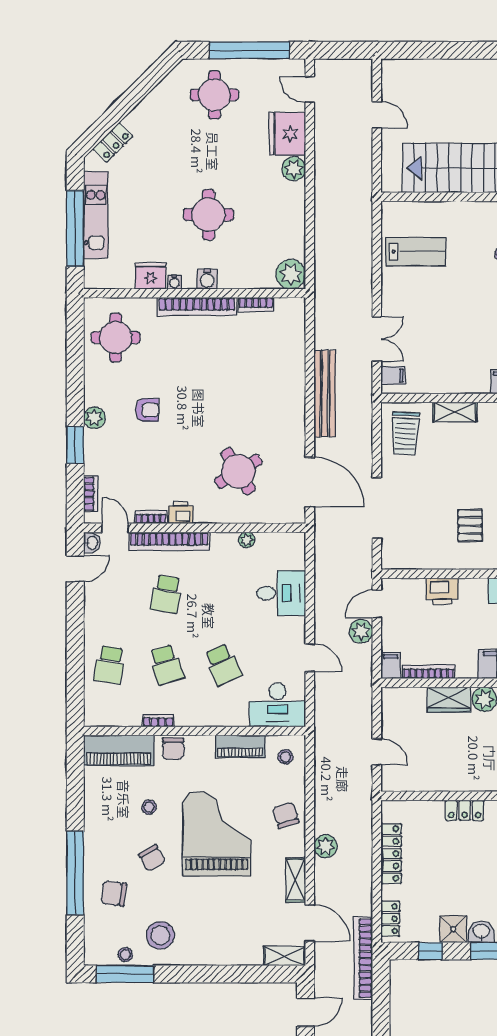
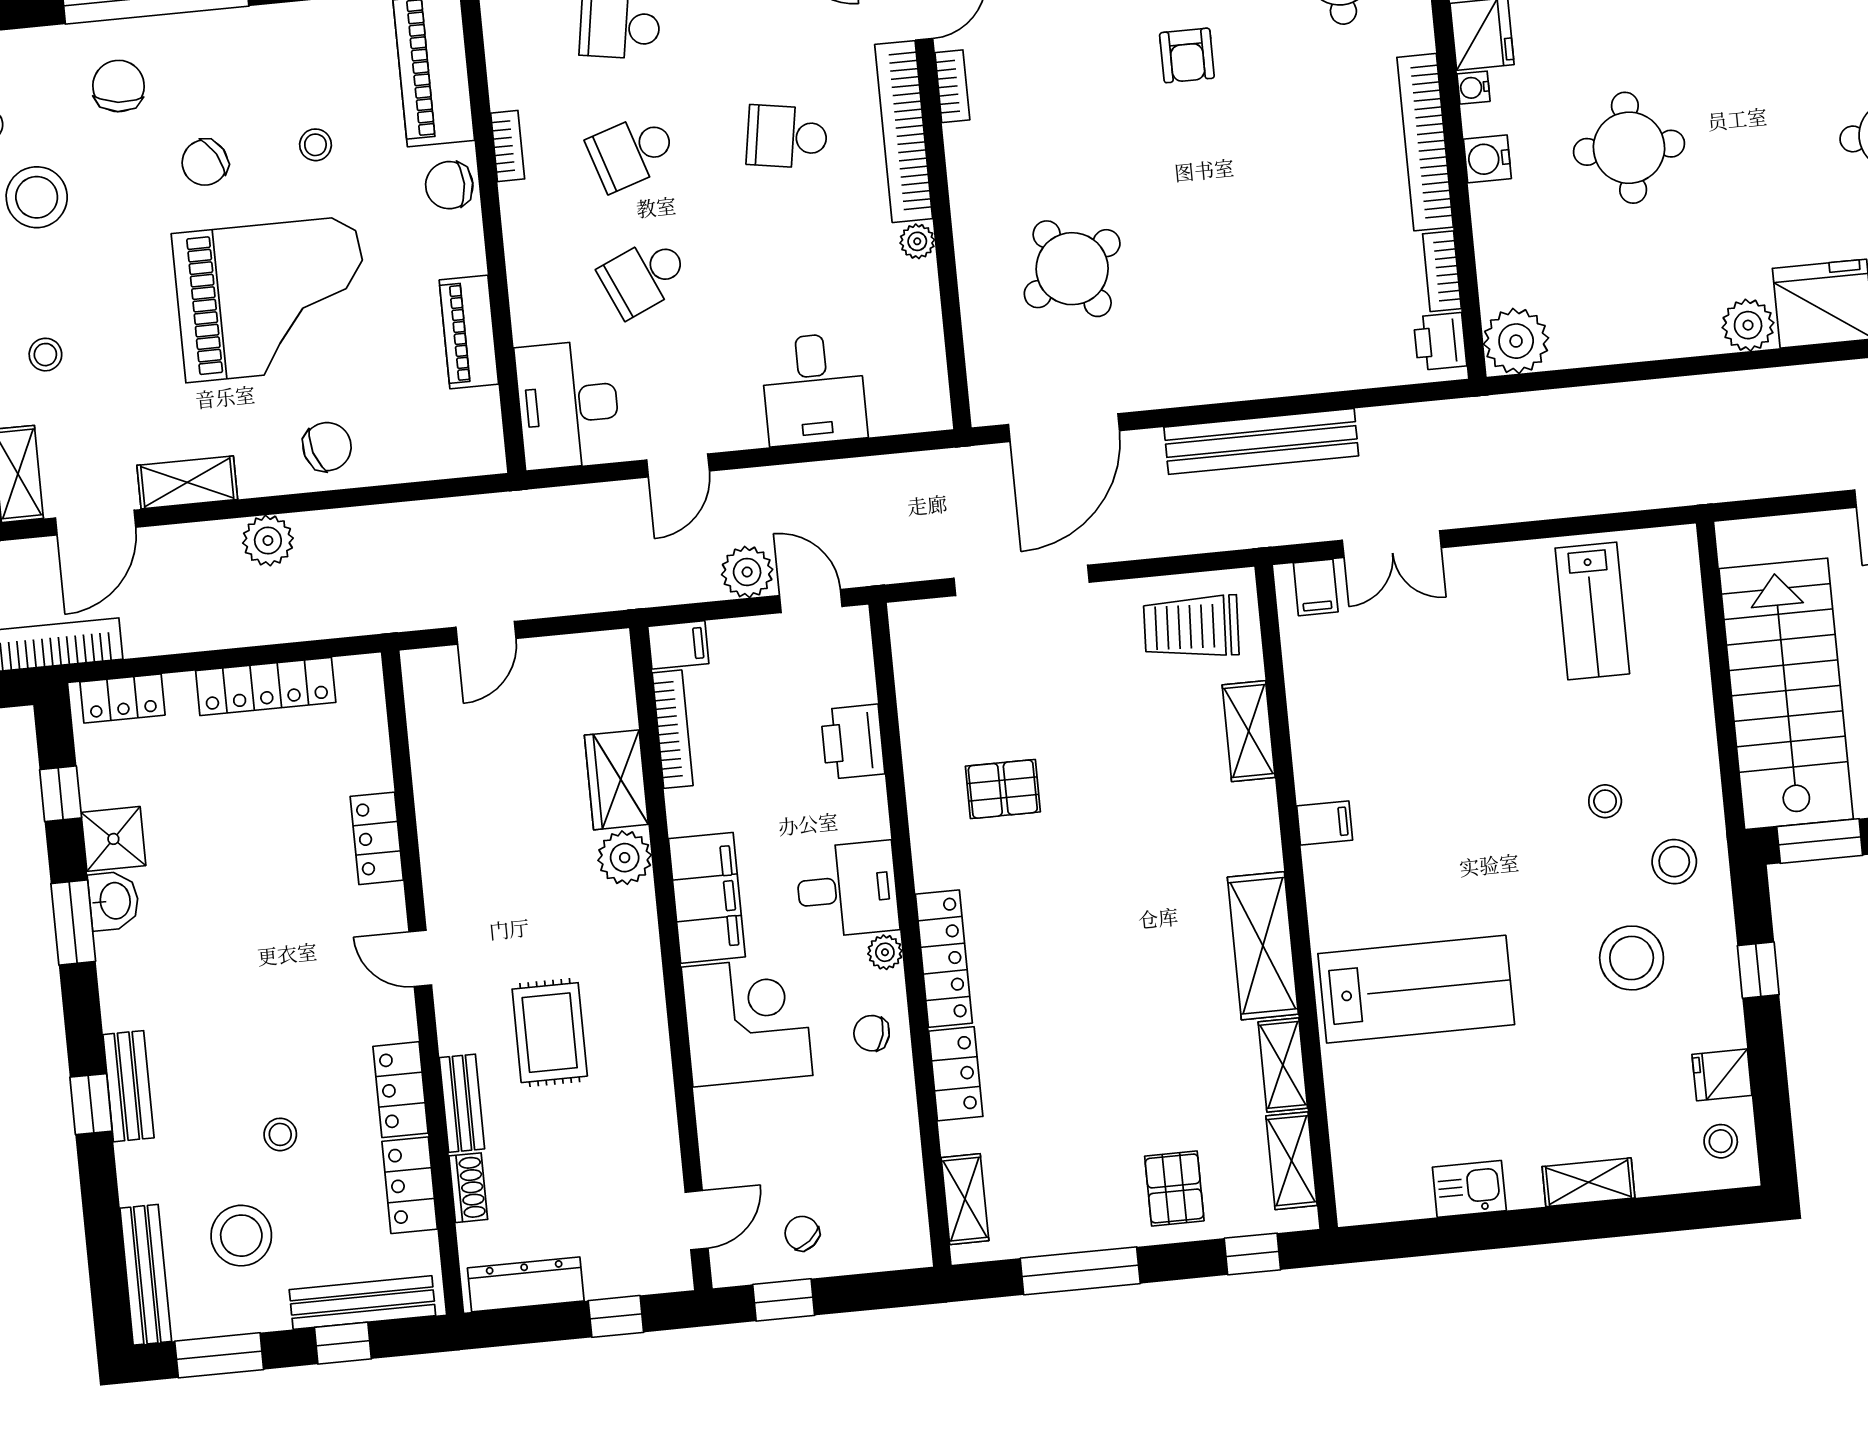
printer: (181, 513) -> (1440, 341), moved, turned 180
plant: (247, 540) -> (917, 241), moved
stool: (285, 757) -> (45, 355), moved

